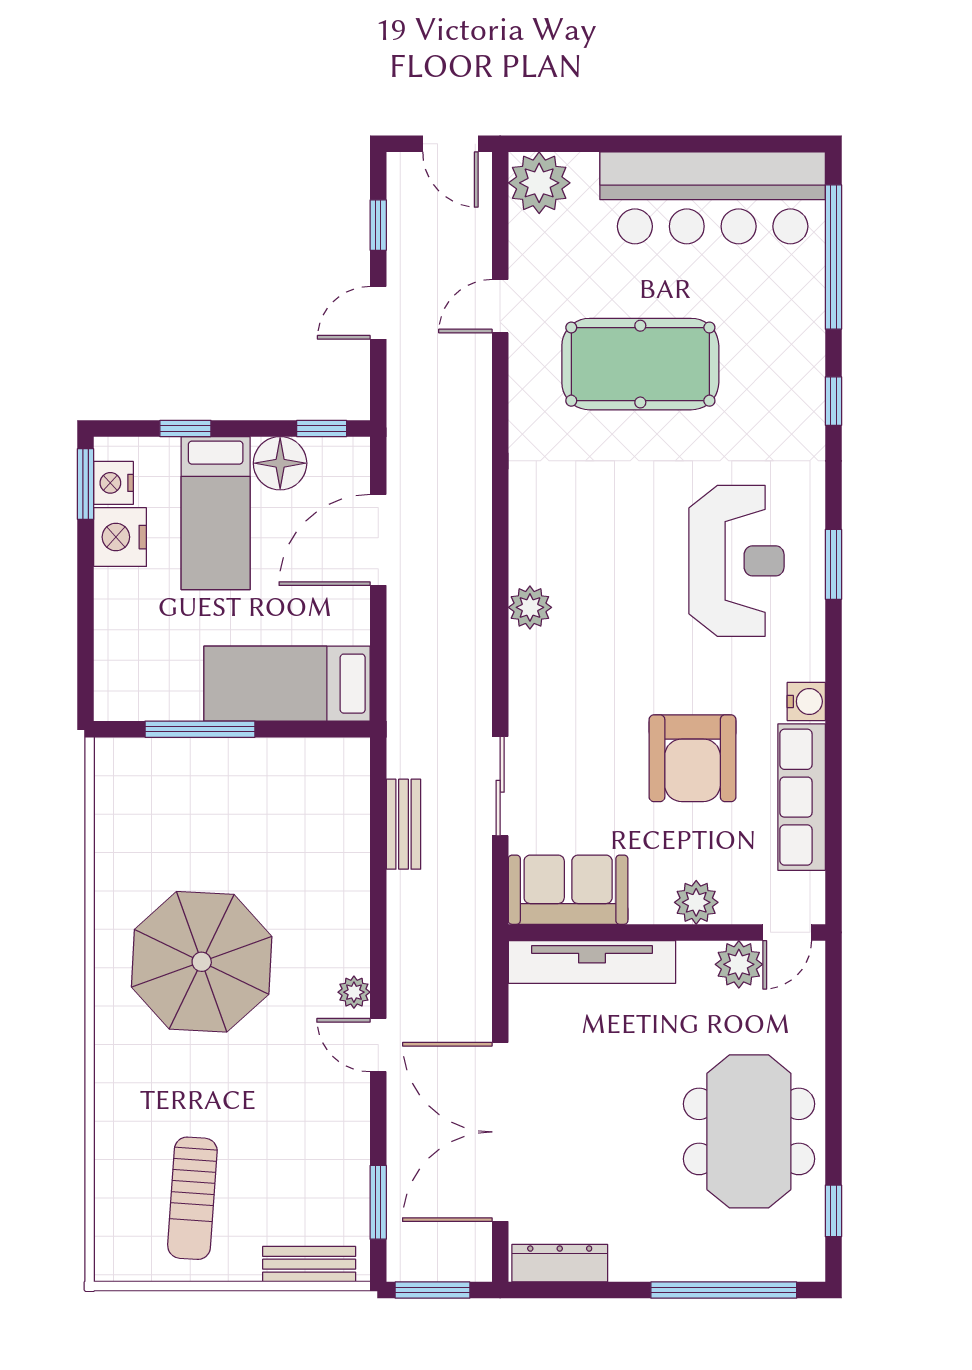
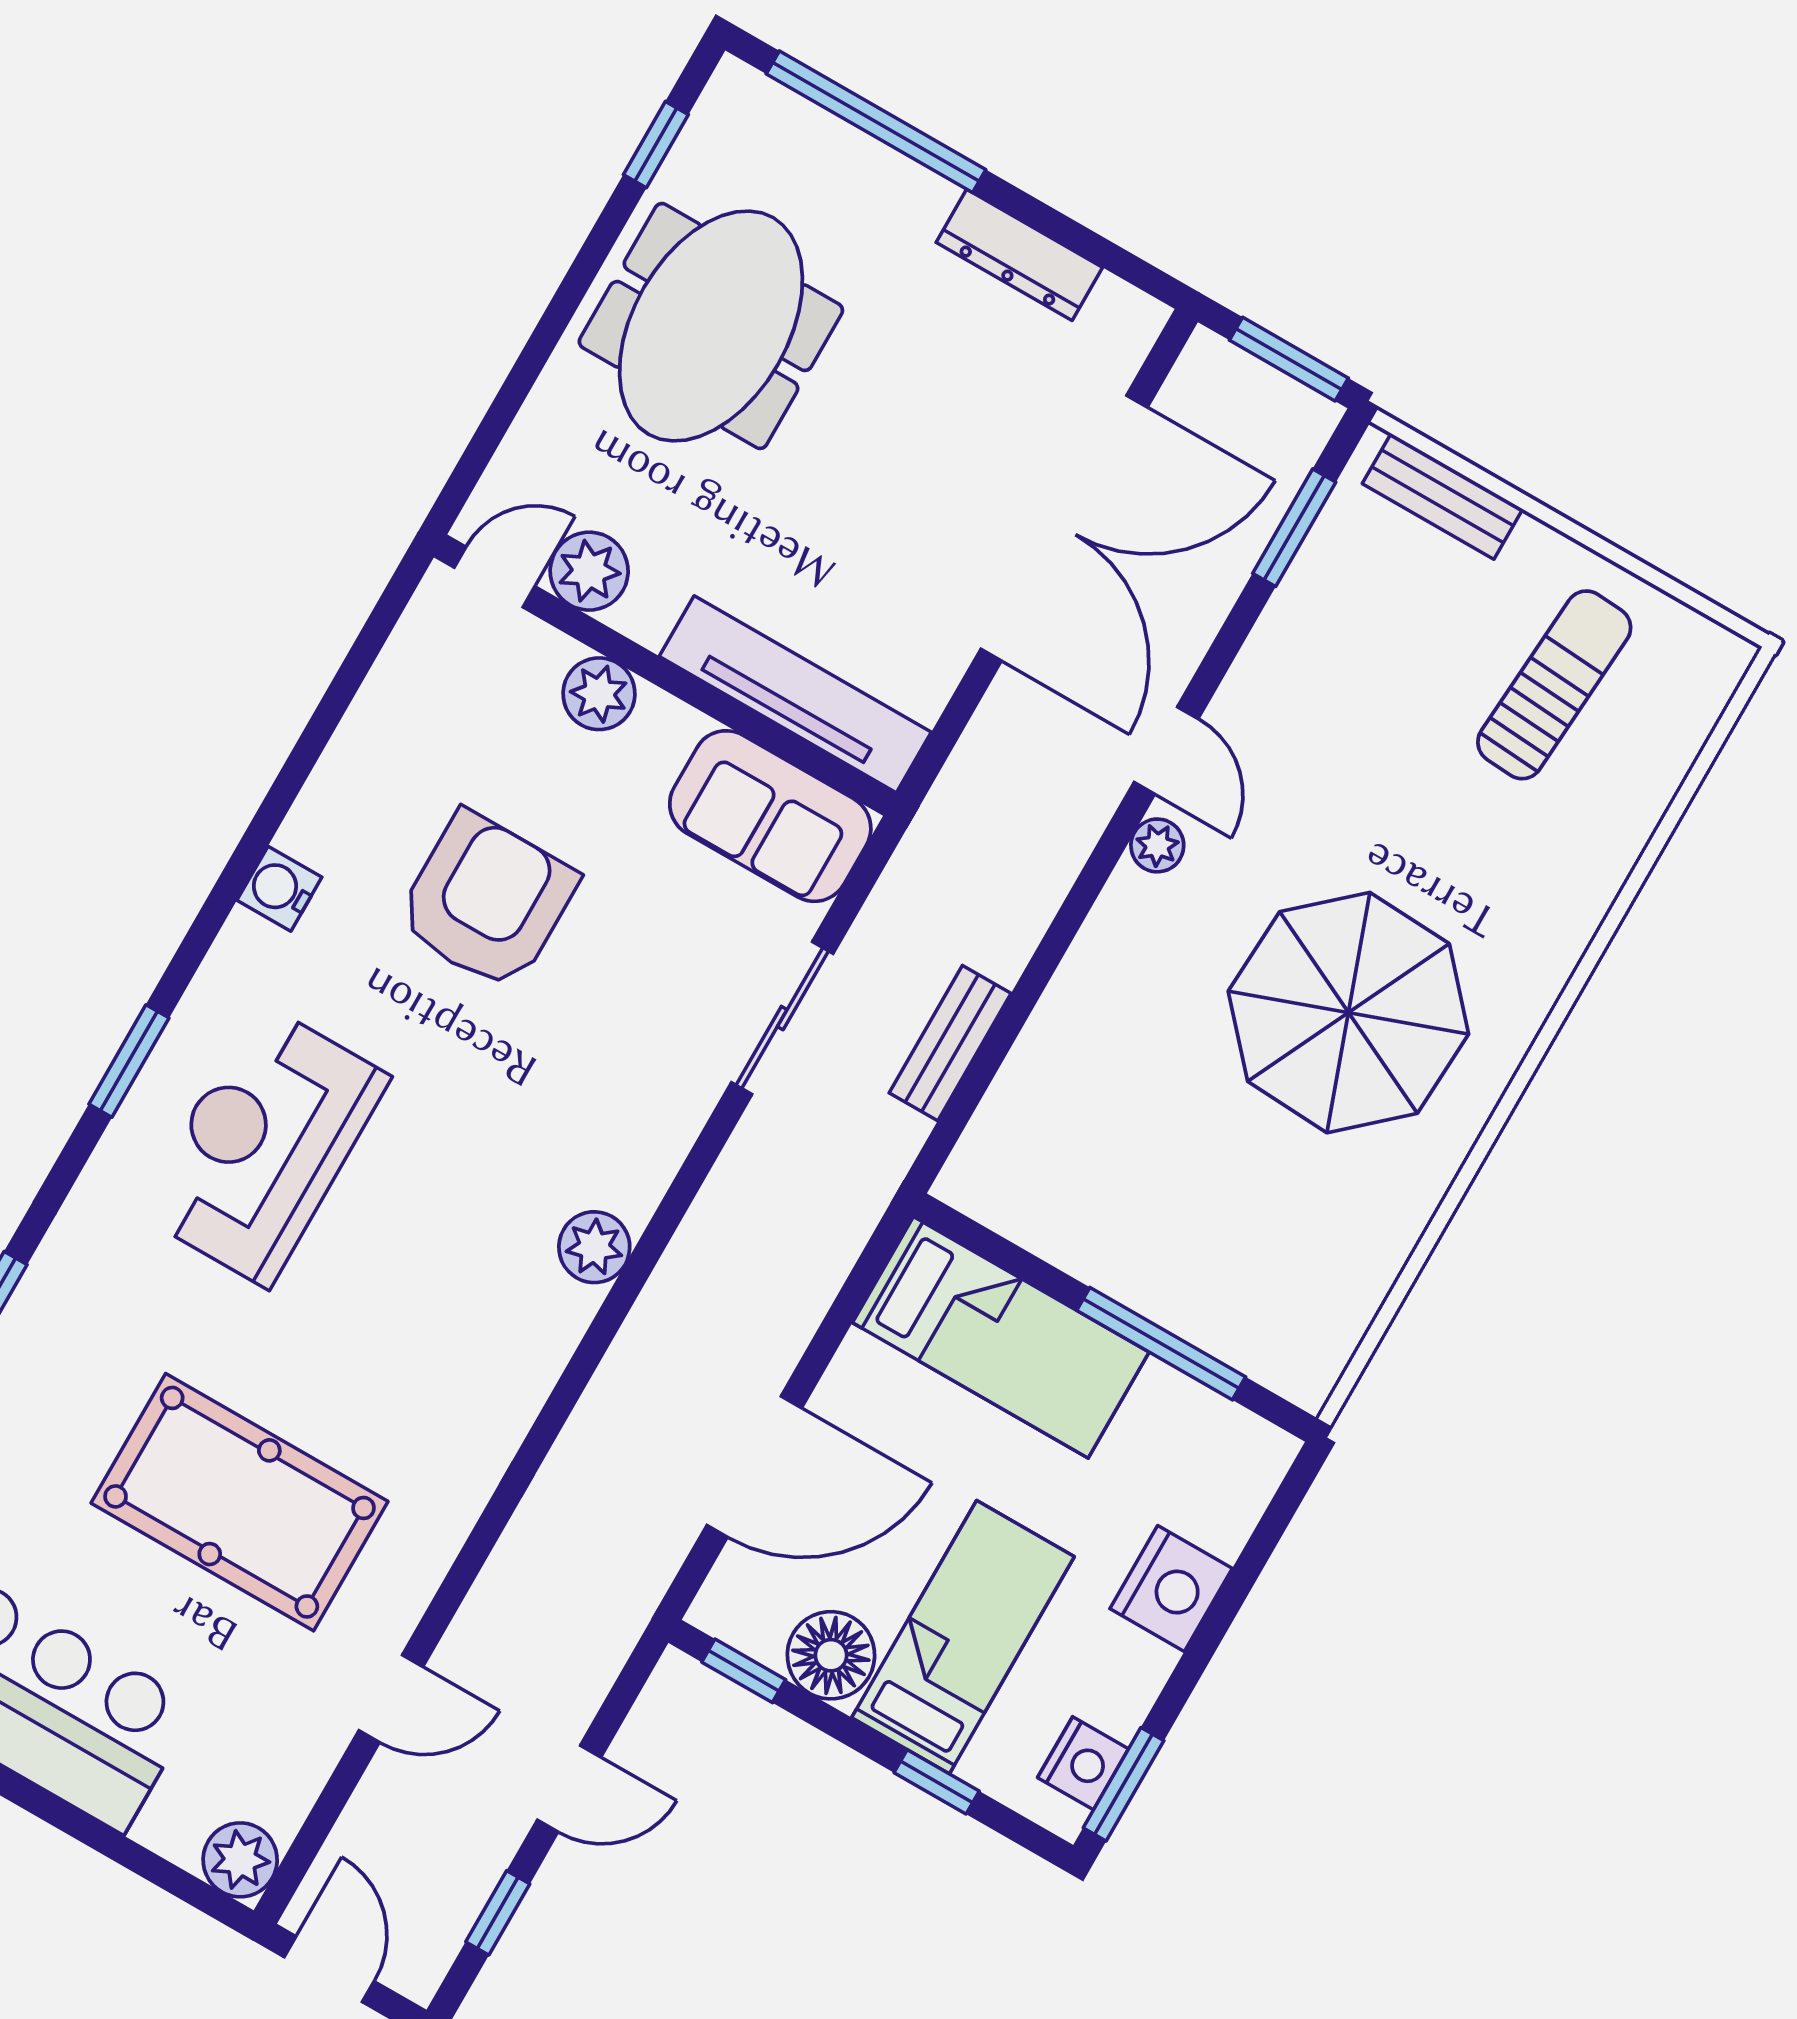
plant: (539, 183) -> (240, 1860), width x0.73, depth x0.73
nightstand: (120, 537) -> (1171, 1589), moved
row of seats: (802, 797) -> (364, 757), removed
dresser: (560, 1263) -> (1019, 255), moved

